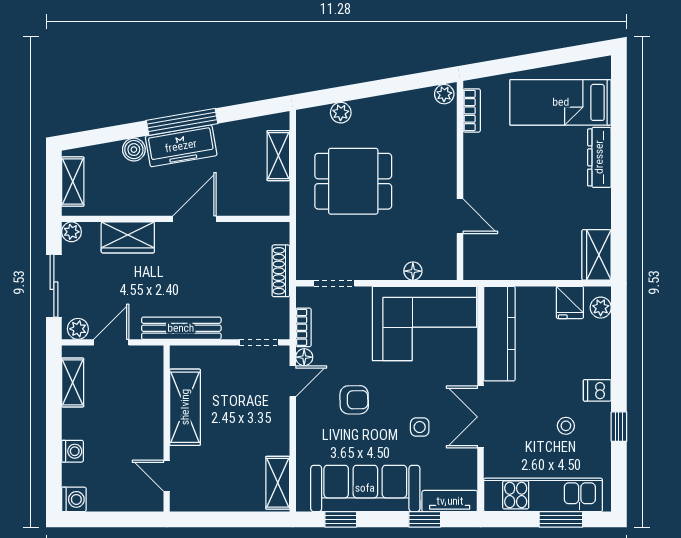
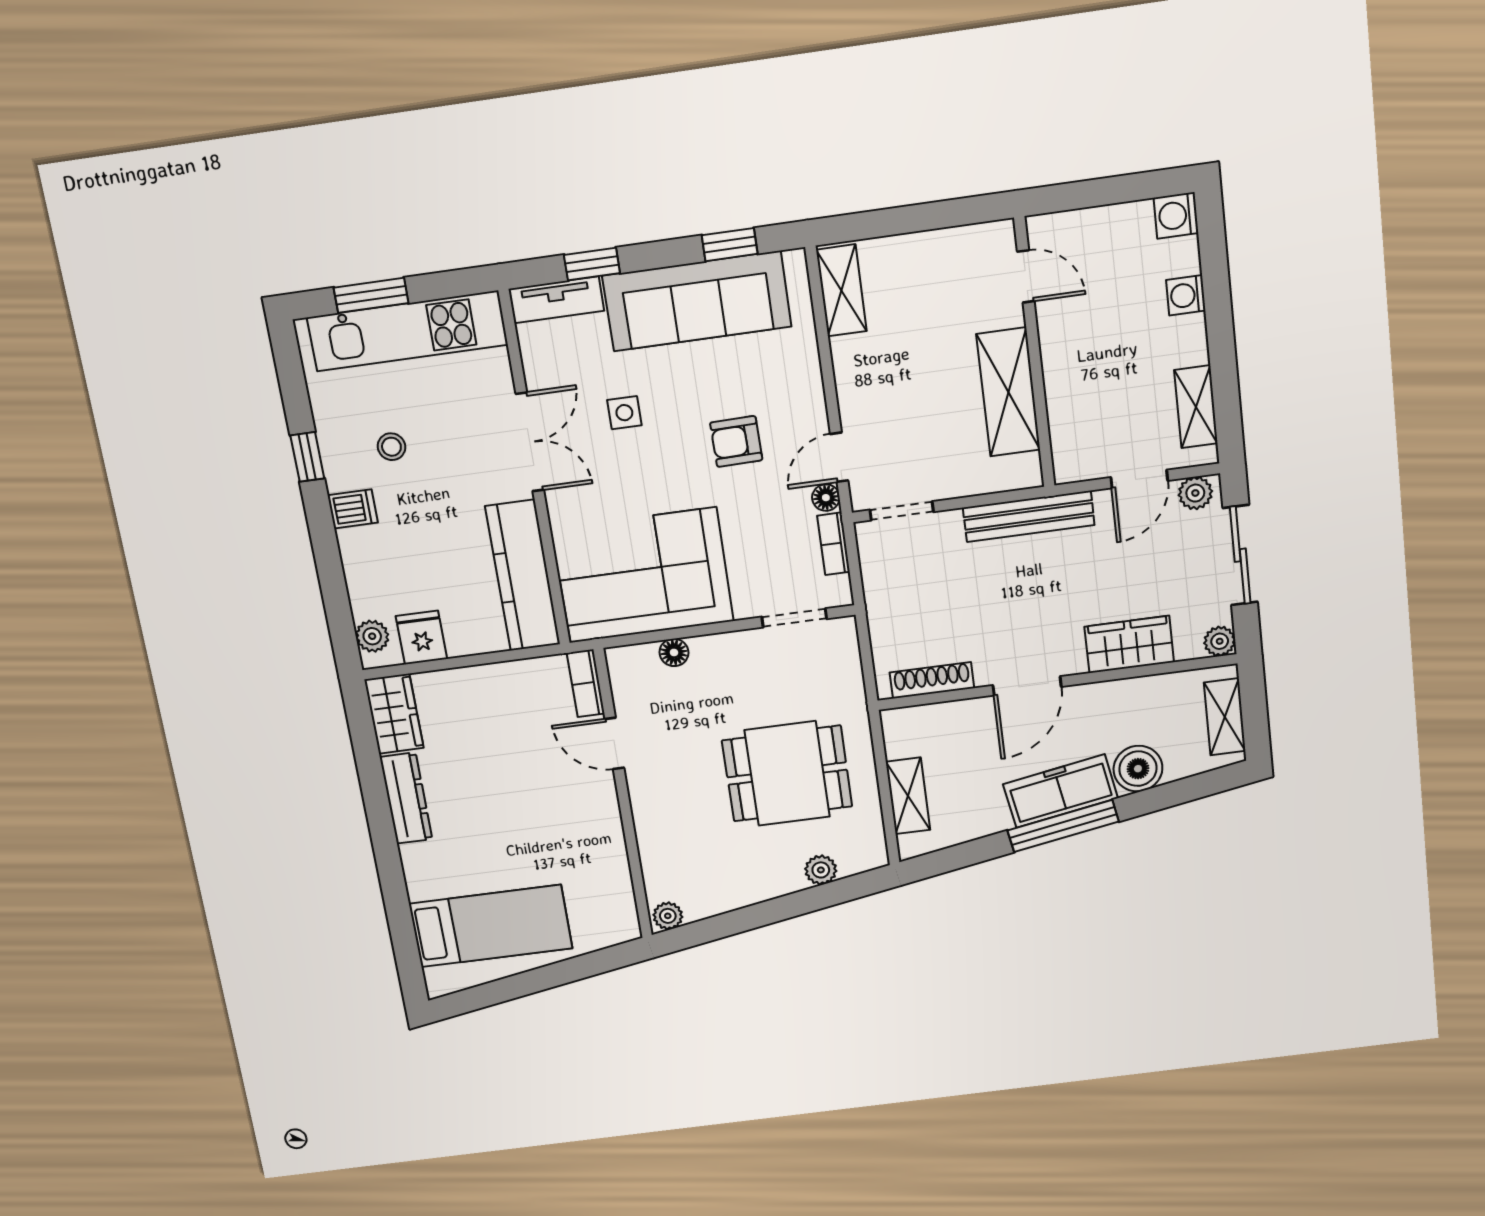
bookcase: (472, 110) -> (586, 683), moved
boiler: (134, 150) -> (1138, 769), width x1.36, depth x1.36
dresser: (599, 157) -> (406, 798), moved
shoe rack: (281, 271) -> (932, 680), moved, turned -90

